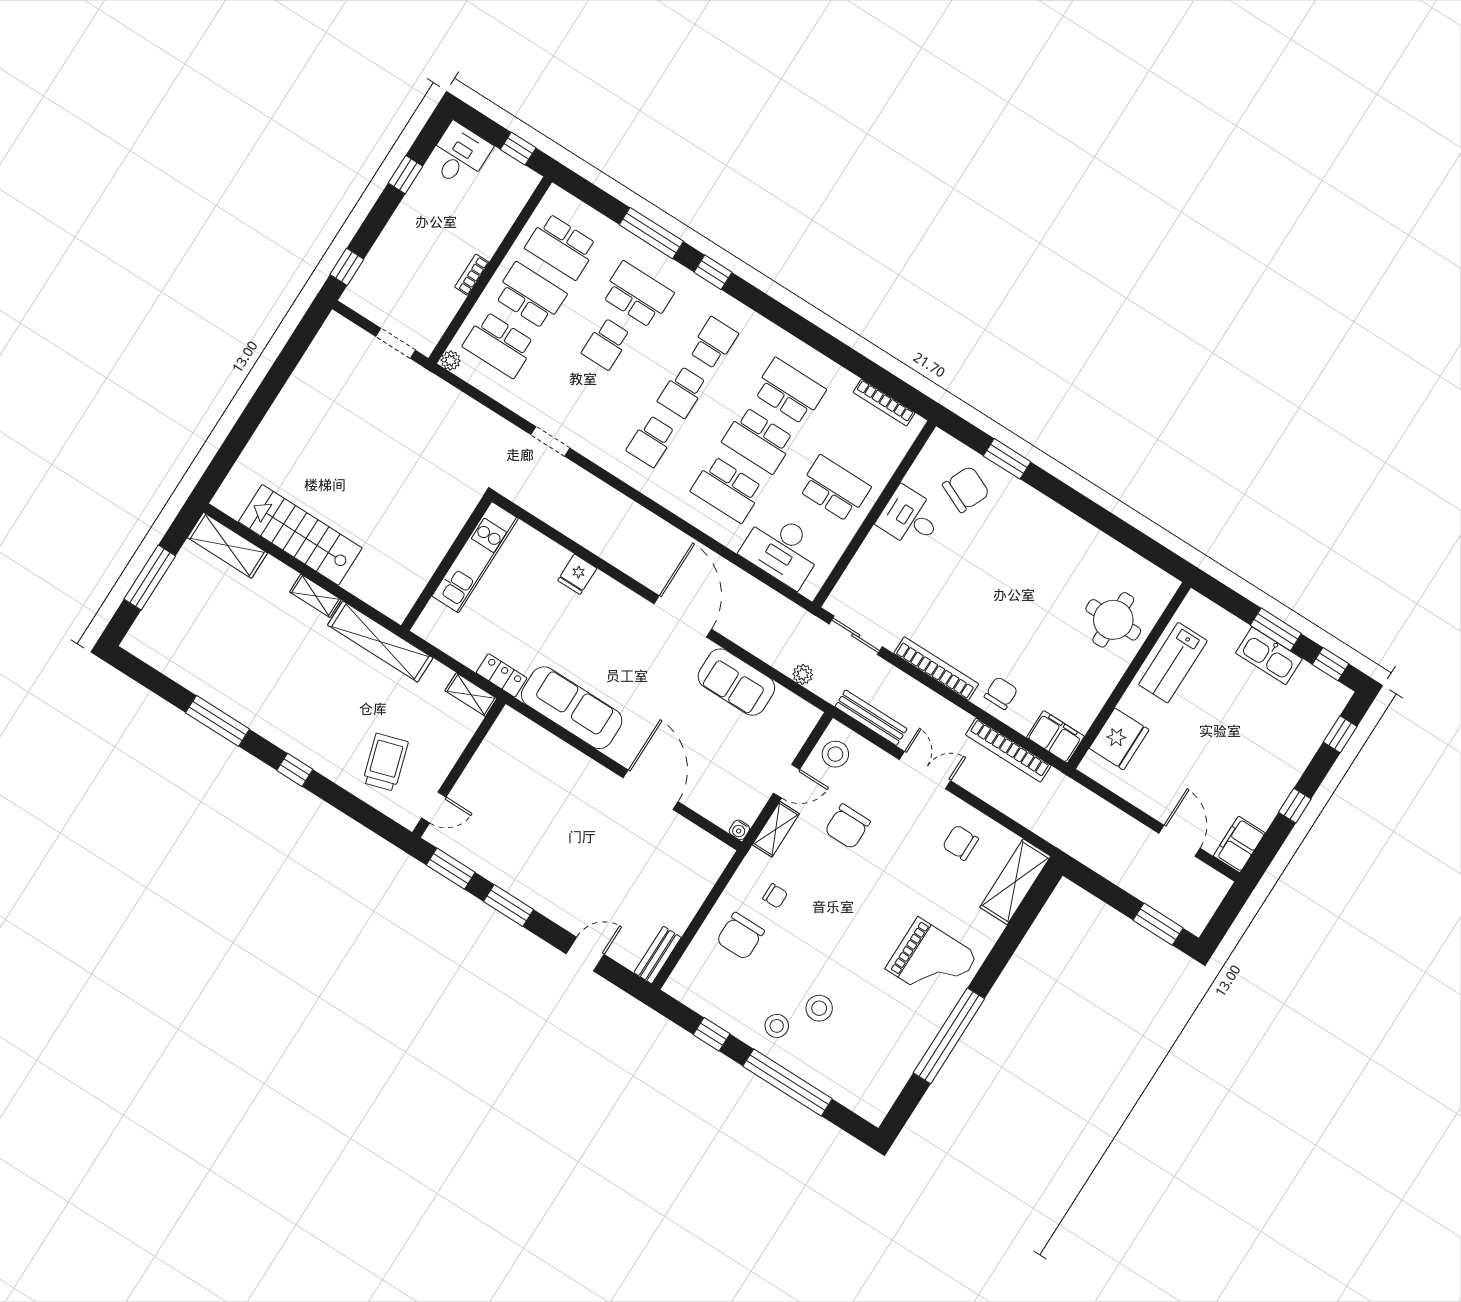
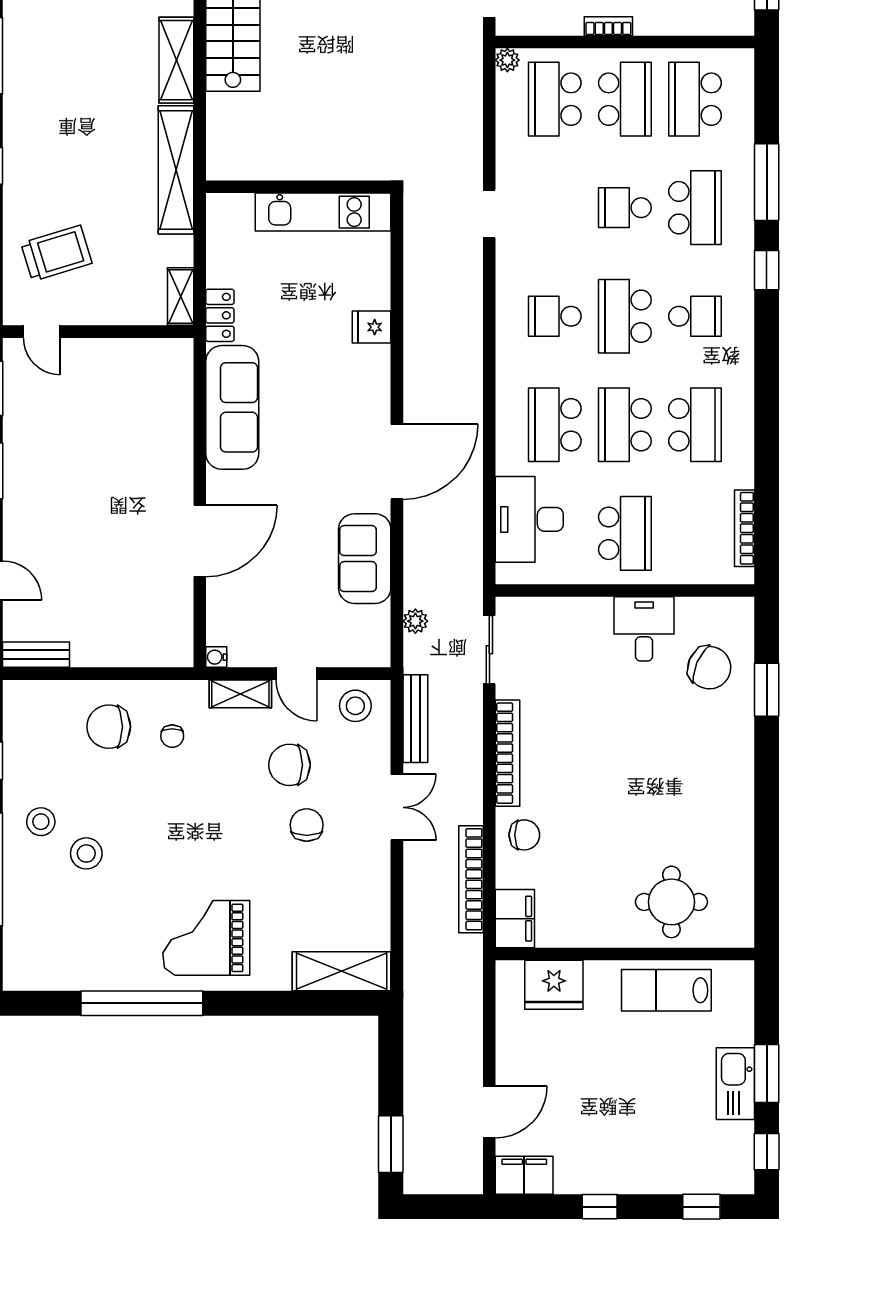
school desk: (682, 392) -> (625, 316), width x1.85
shelving: (315, 596) -> (176, 60), width x1.50, depth x1.33
chair: (960, 843) -> (307, 825), moved
grand piano: (932, 962) -> (206, 938), turned 90

